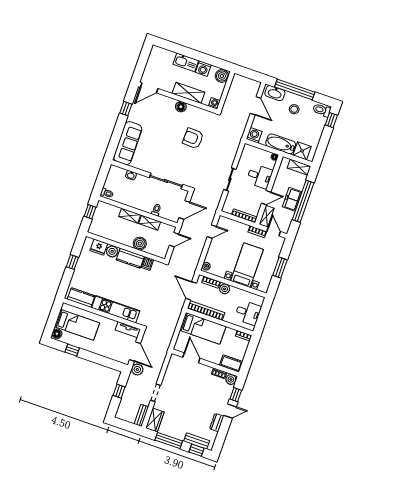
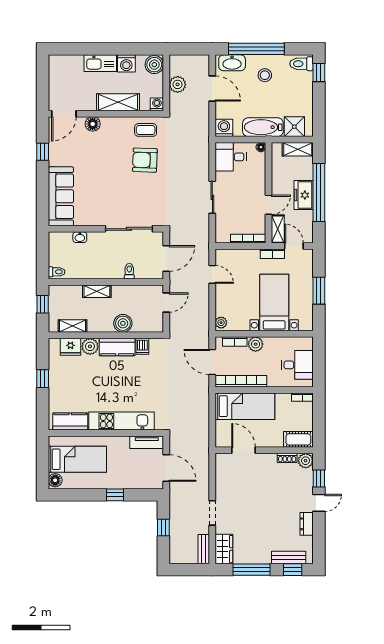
floor lamp: (181, 107) -> (93, 124), moved
coffee table: (201, 118) -> (146, 130), added
desk: (260, 176) -> (231, 157), moved, turned 180
shelving: (150, 223) -> (72, 326), moved
door: (212, 232) -> (212, 274), hinge flipped
window: (72, 350) -> (115, 495), moved
plant: (137, 369) -> (178, 84), moved

